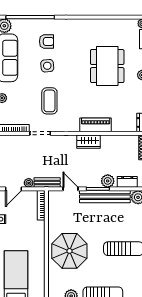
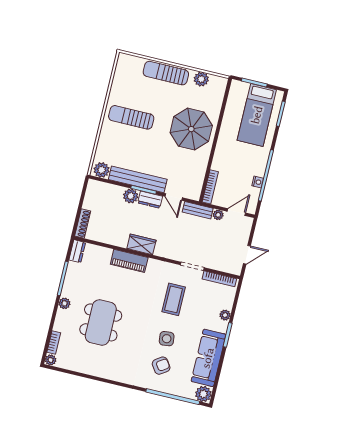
armchair: (47, 41) -> (161, 366), turned 146
dresser: (127, 182) -> (150, 200), moved

